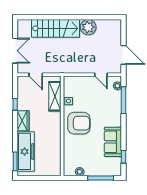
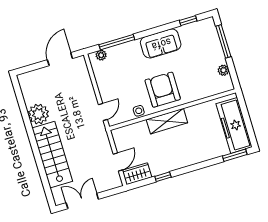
double door: (15, 51) -> (82, 201), moved
door: (101, 75) -> (103, 112), moved
shelving: (55, 96) -> (167, 121), moved
wardrobe: (23, 121) -> (137, 174), moved
sofa: (113, 142) -> (161, 43), moved
freezer: (26, 151) -> (234, 125), moved, turned -90

